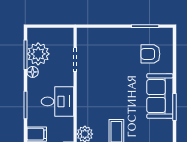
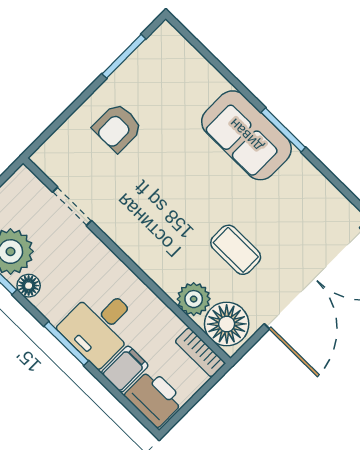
armchair: (150, 54) -> (117, 128), moved
desk: (57, 101) -> (100, 326), moved, turned 180

